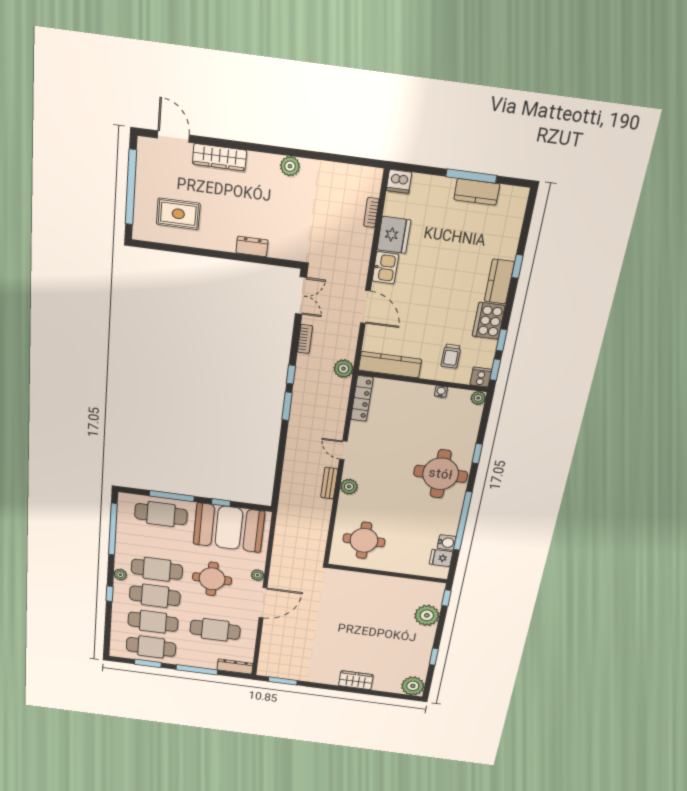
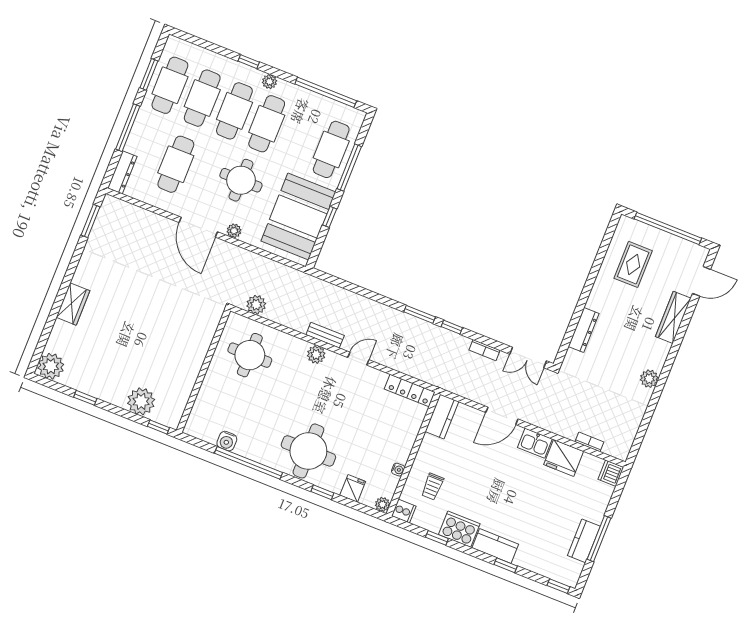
dresser: (252, 246) -> (584, 330), width x1.44
trolley: (451, 356) -> (432, 487), turned -90
kitchen counter: (390, 365) -> (442, 417), width x0.67
plant: (343, 369) -> (256, 305), moved
window: (495, 370) -> (558, 586), moved
fridge: (441, 558) -> (353, 488), moved

